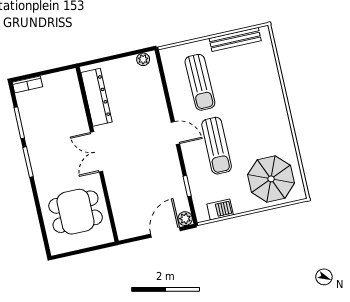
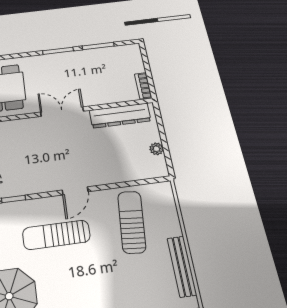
plant: (143, 59) -> (156, 149), moved
sun lounger: (200, 82) -> (132, 222), turned 96
bookcase: (27, 85) -> (143, 86), moved

